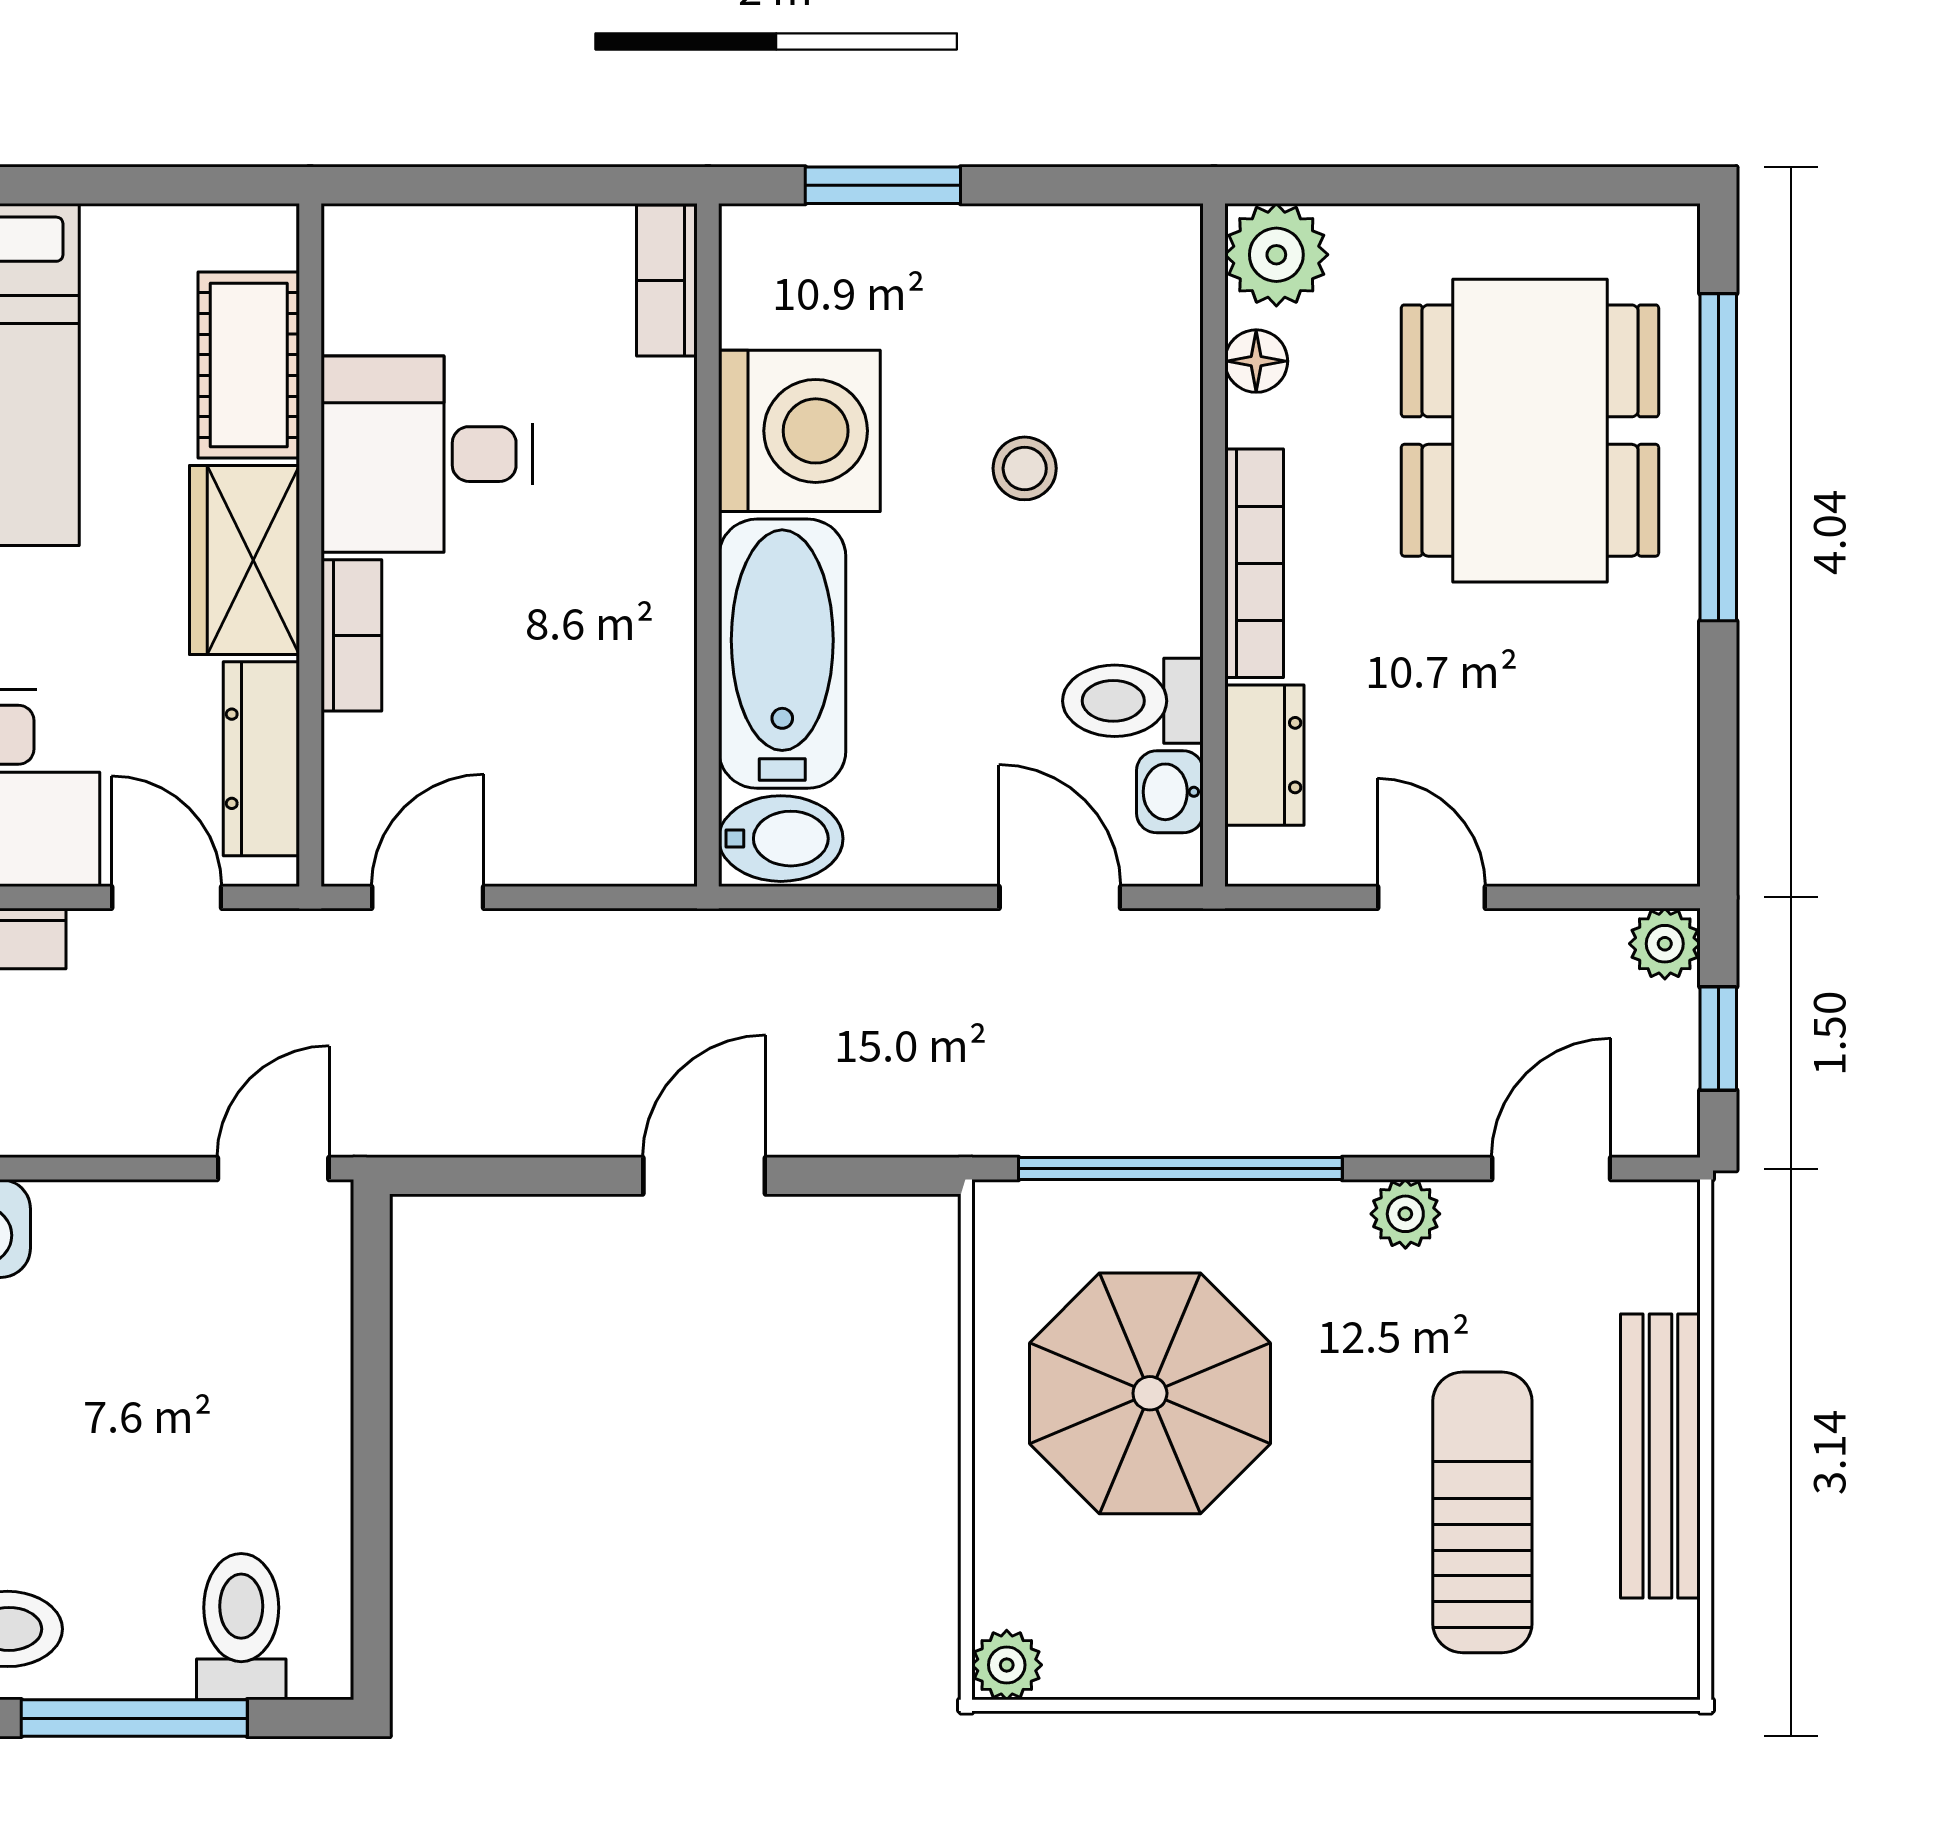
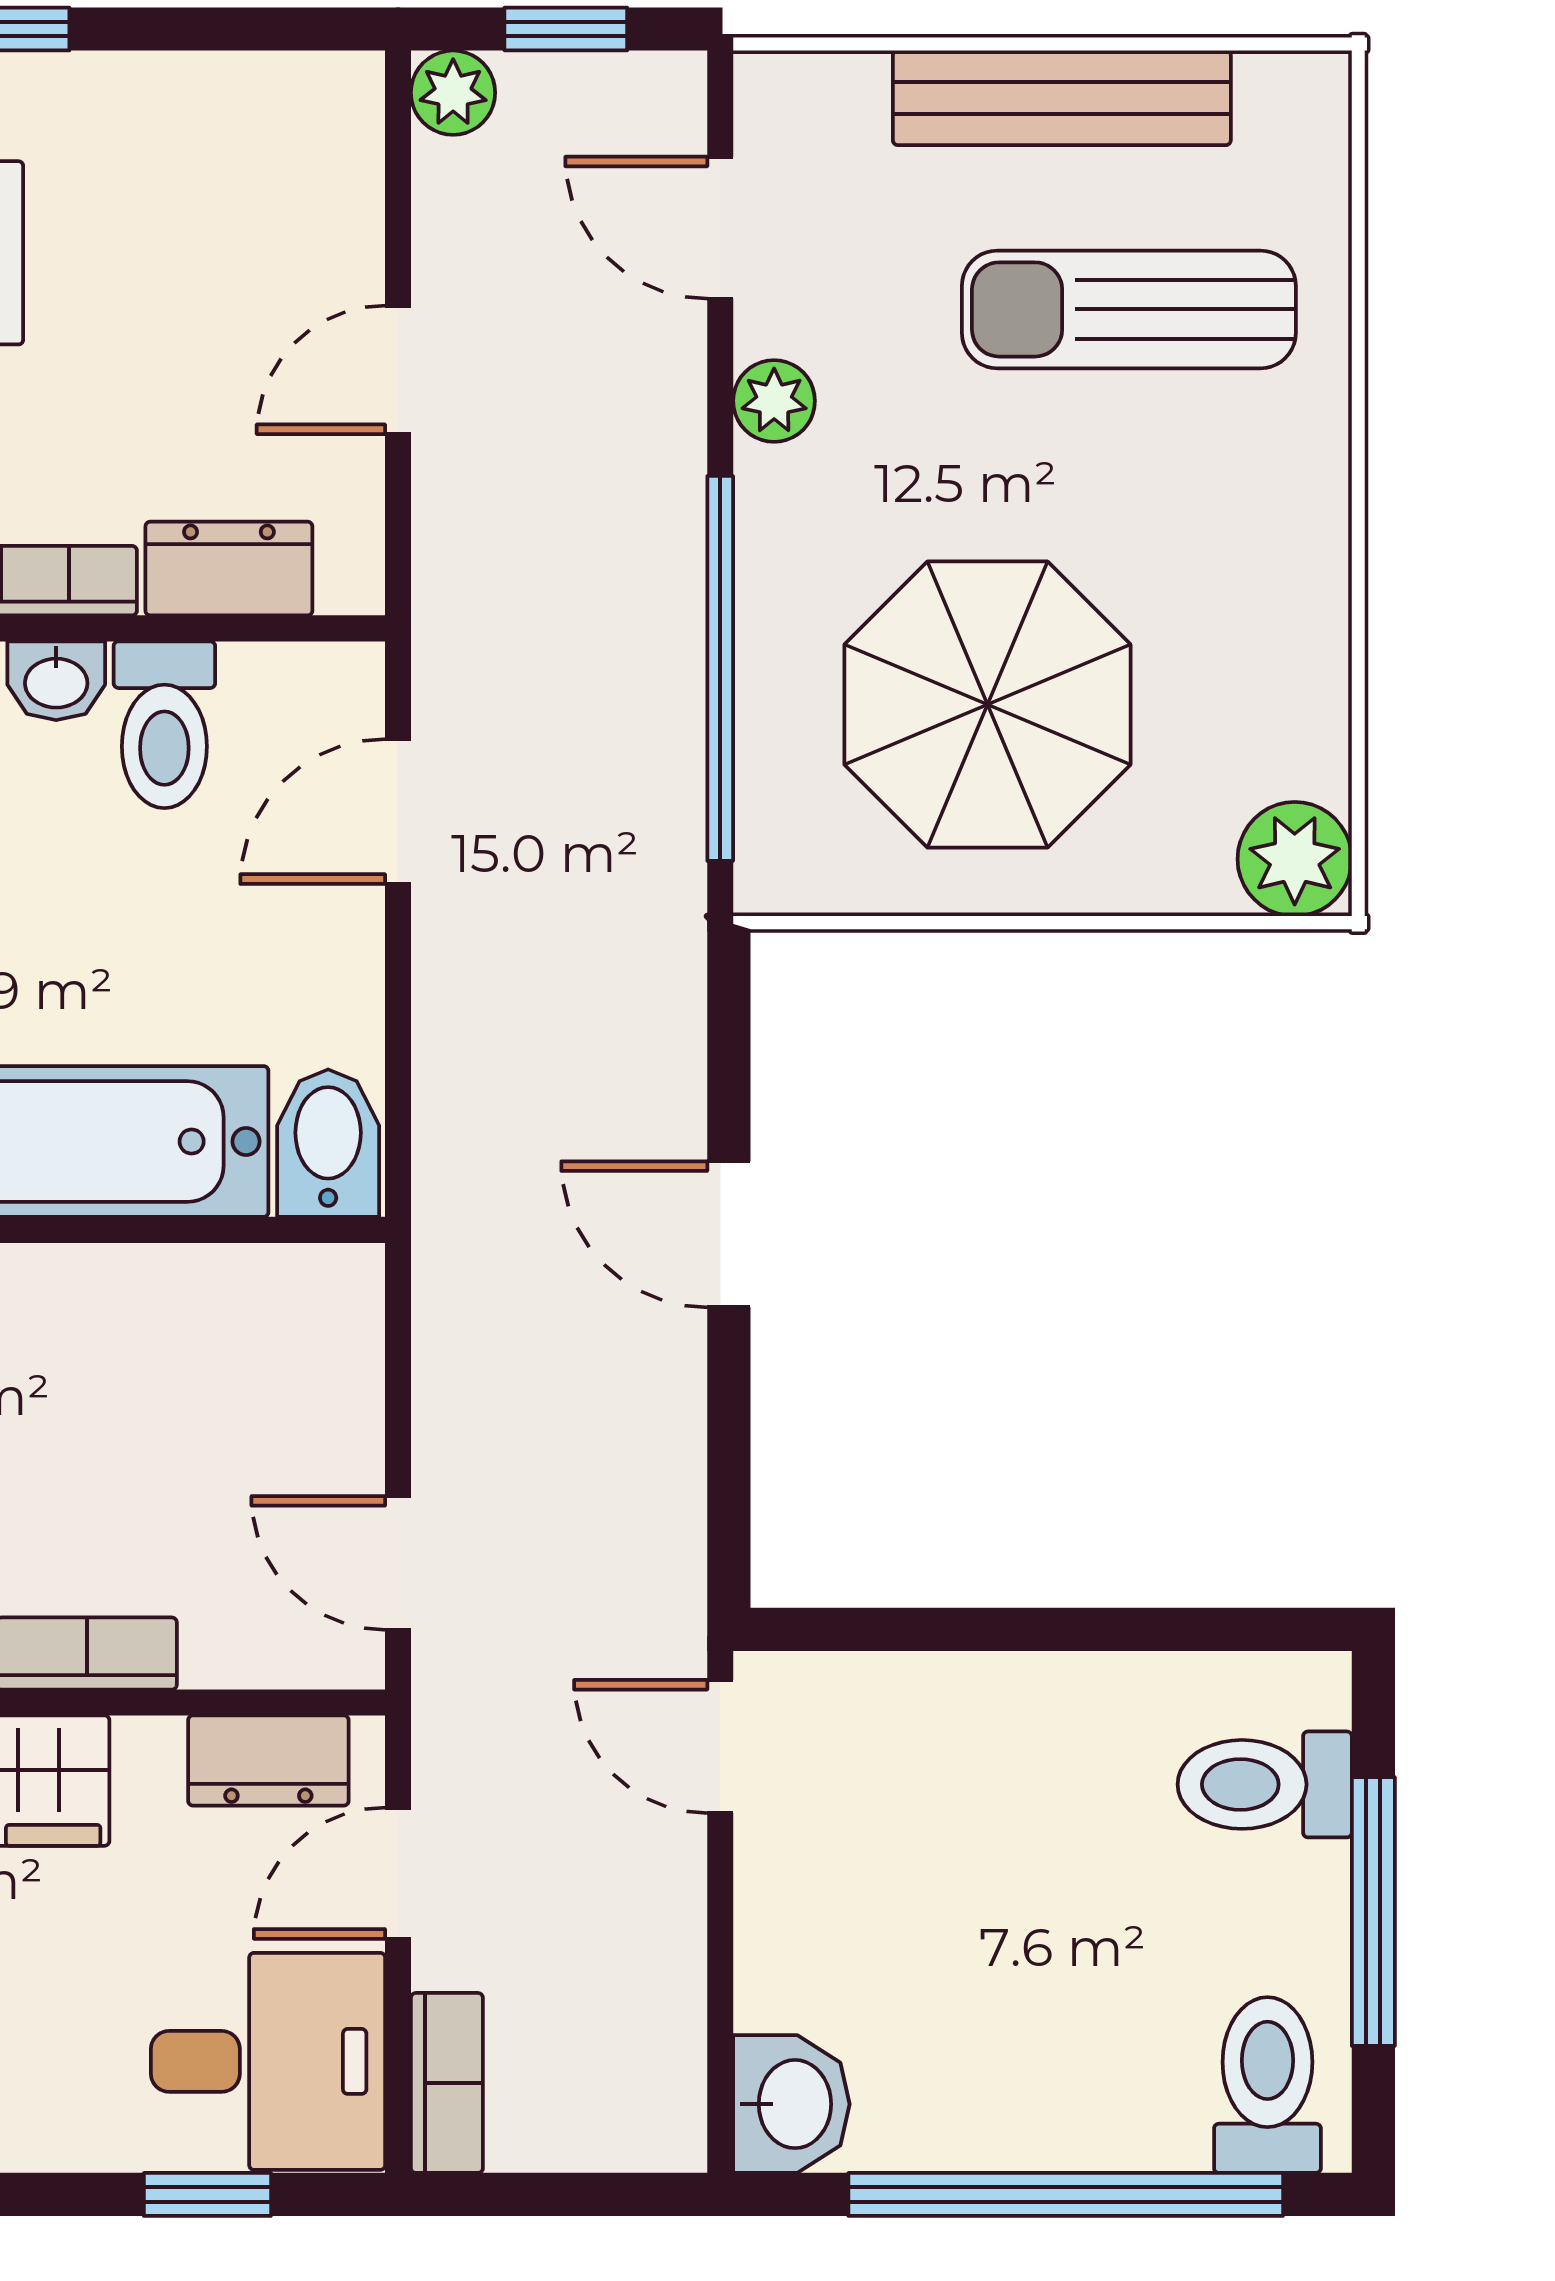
dresser: (261, 759) -> (268, 1761), width x0.70
washbasin: (1170, 792) -> (56, 681), moved
plant: (1007, 1665) -> (1295, 859), width x1.38, depth x1.38

